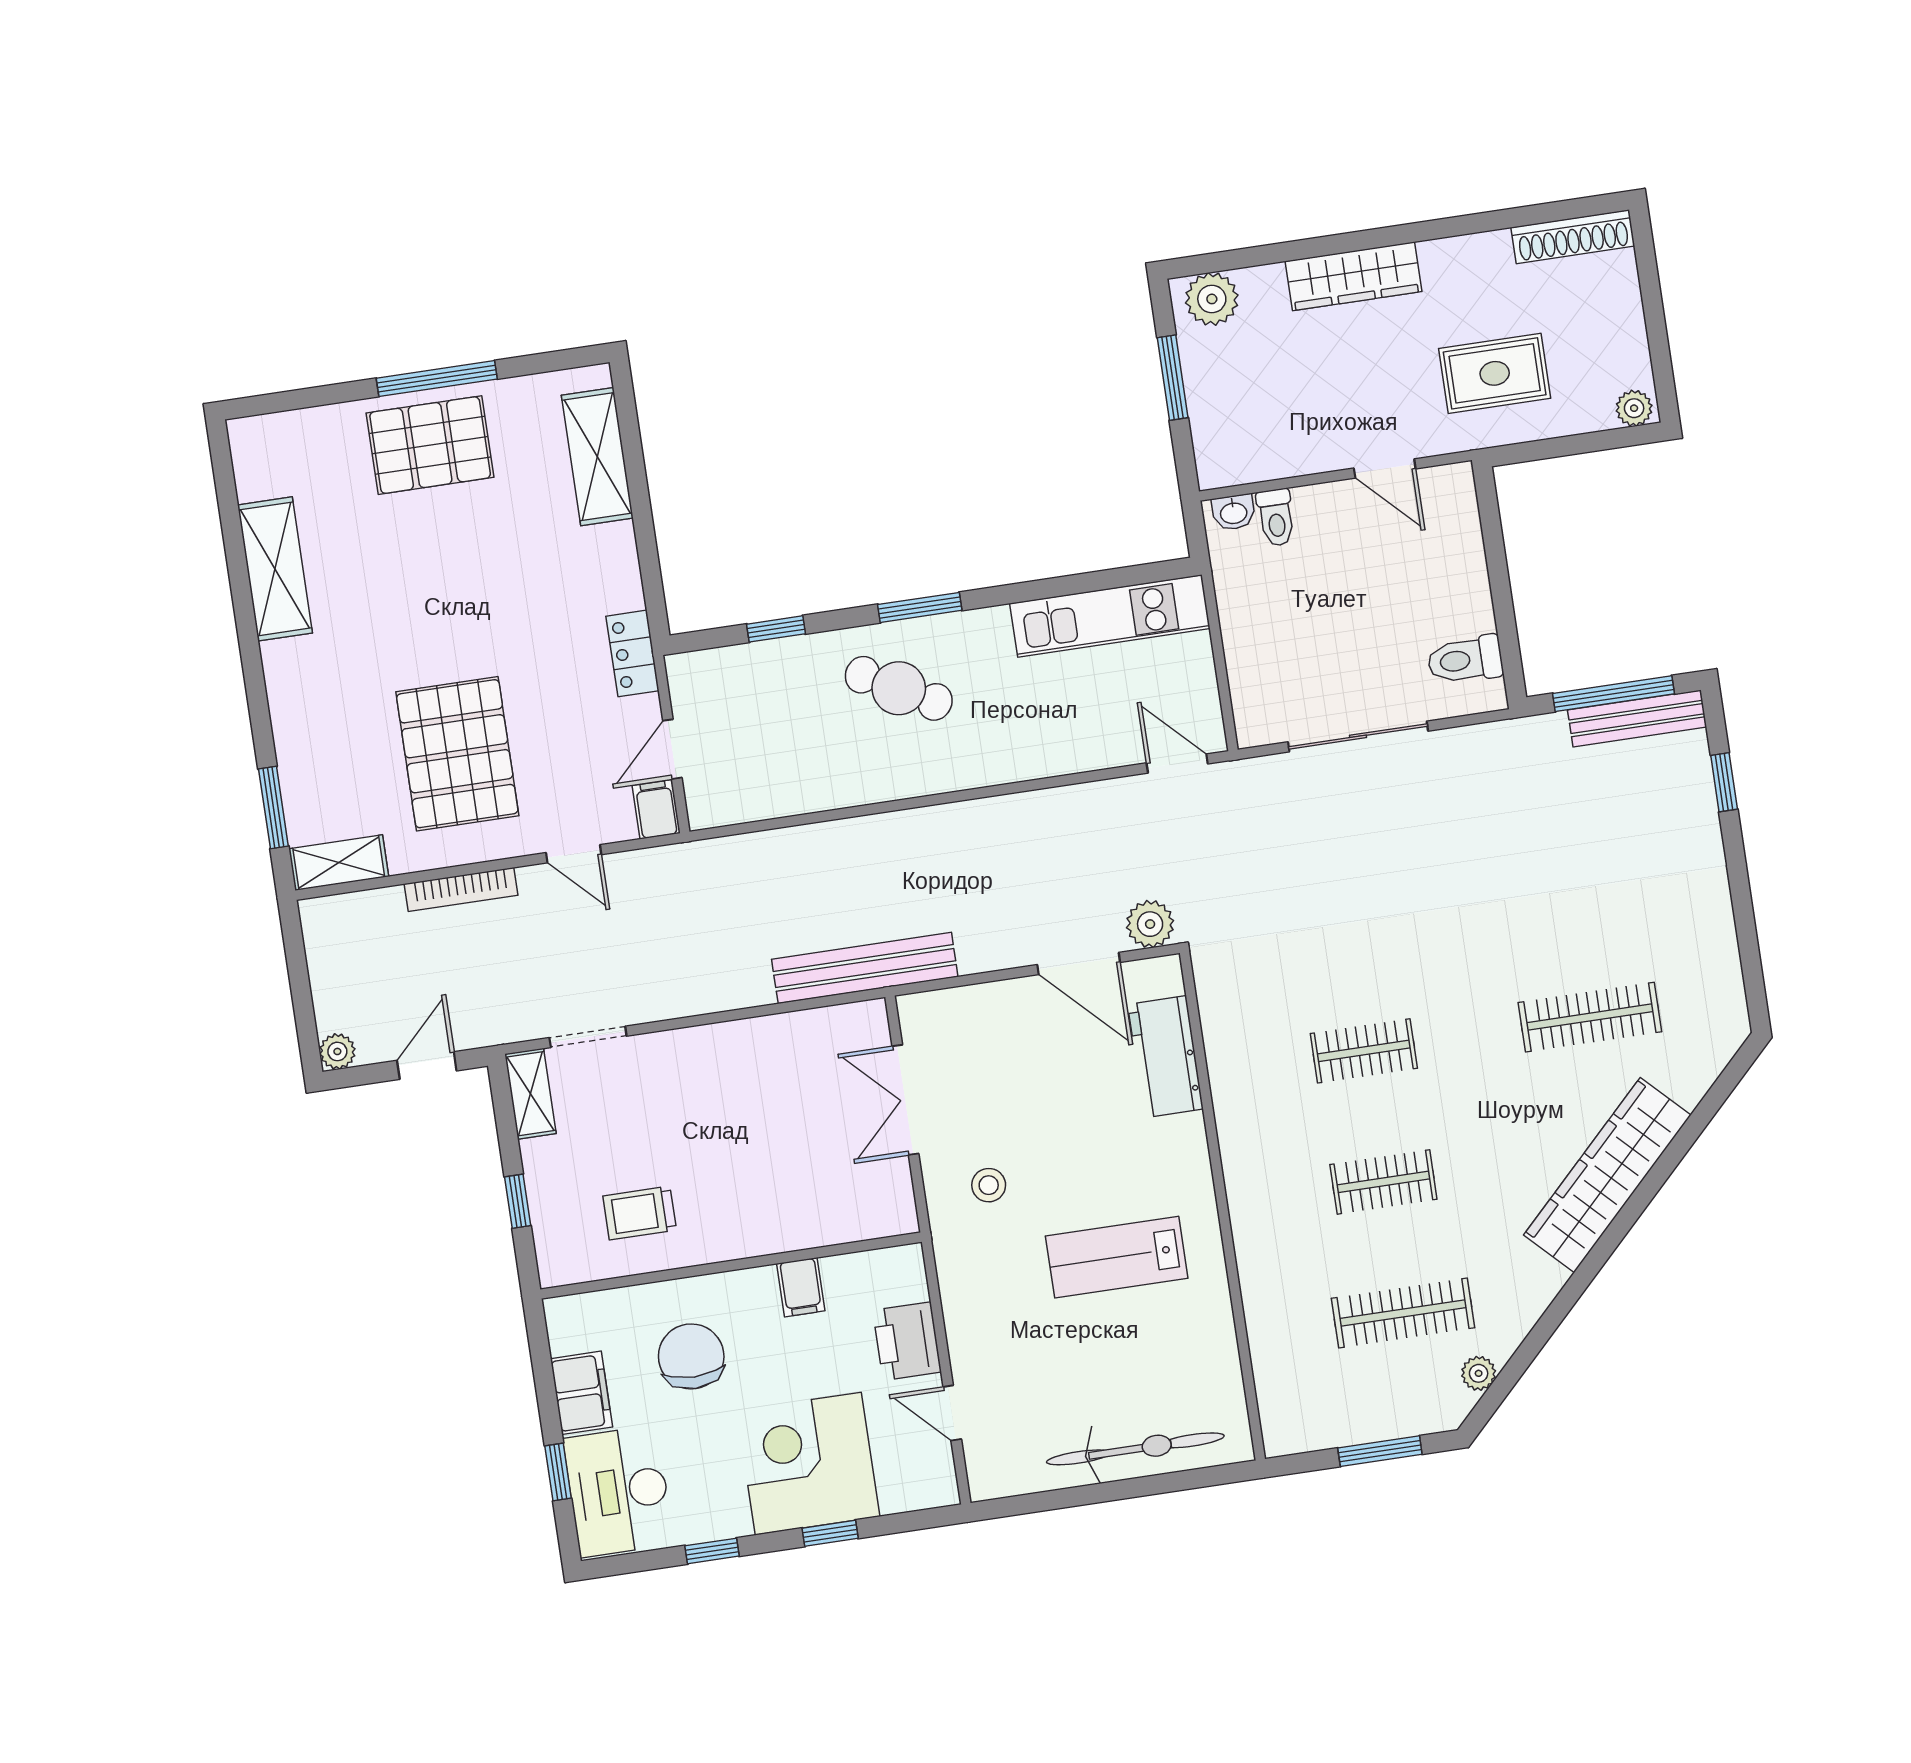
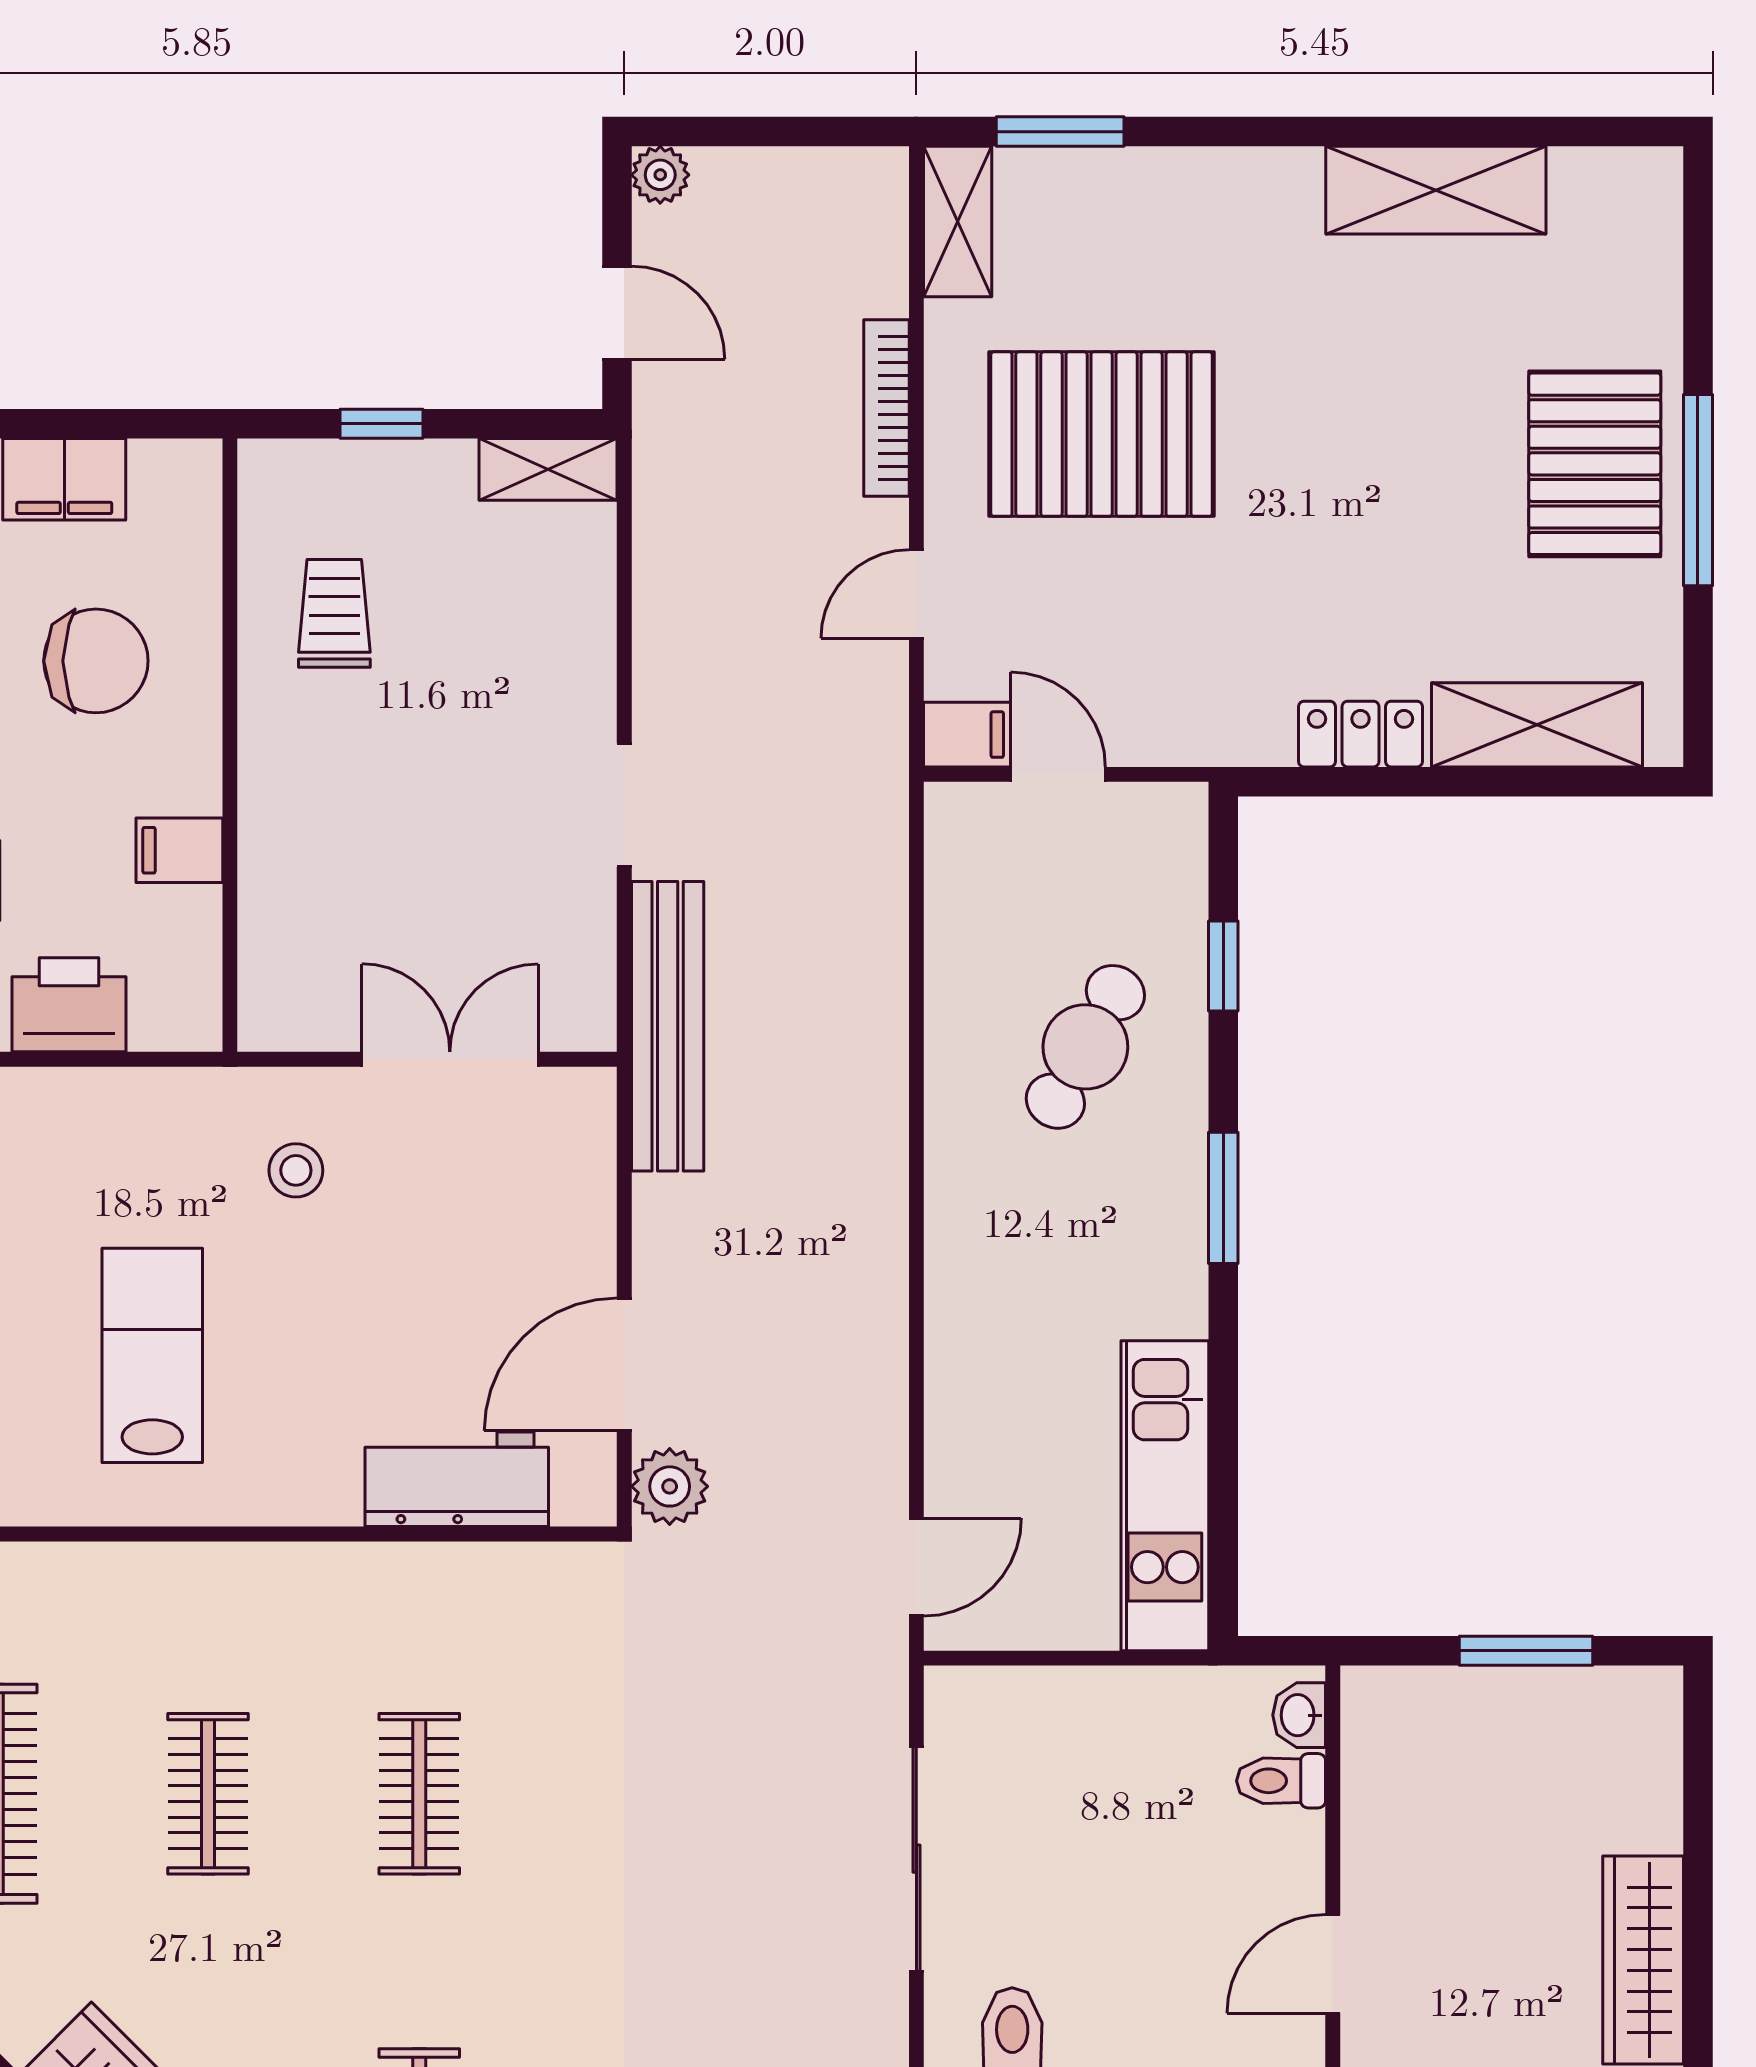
plant: (1212, 299) -> (1641, 1731), removed
locker: (633, 653) -> (1360, 734), moved
cafe table: (899, 688) -> (1085, 1047), moved
doorway: (588, 1037) -> (624, 805), moved

